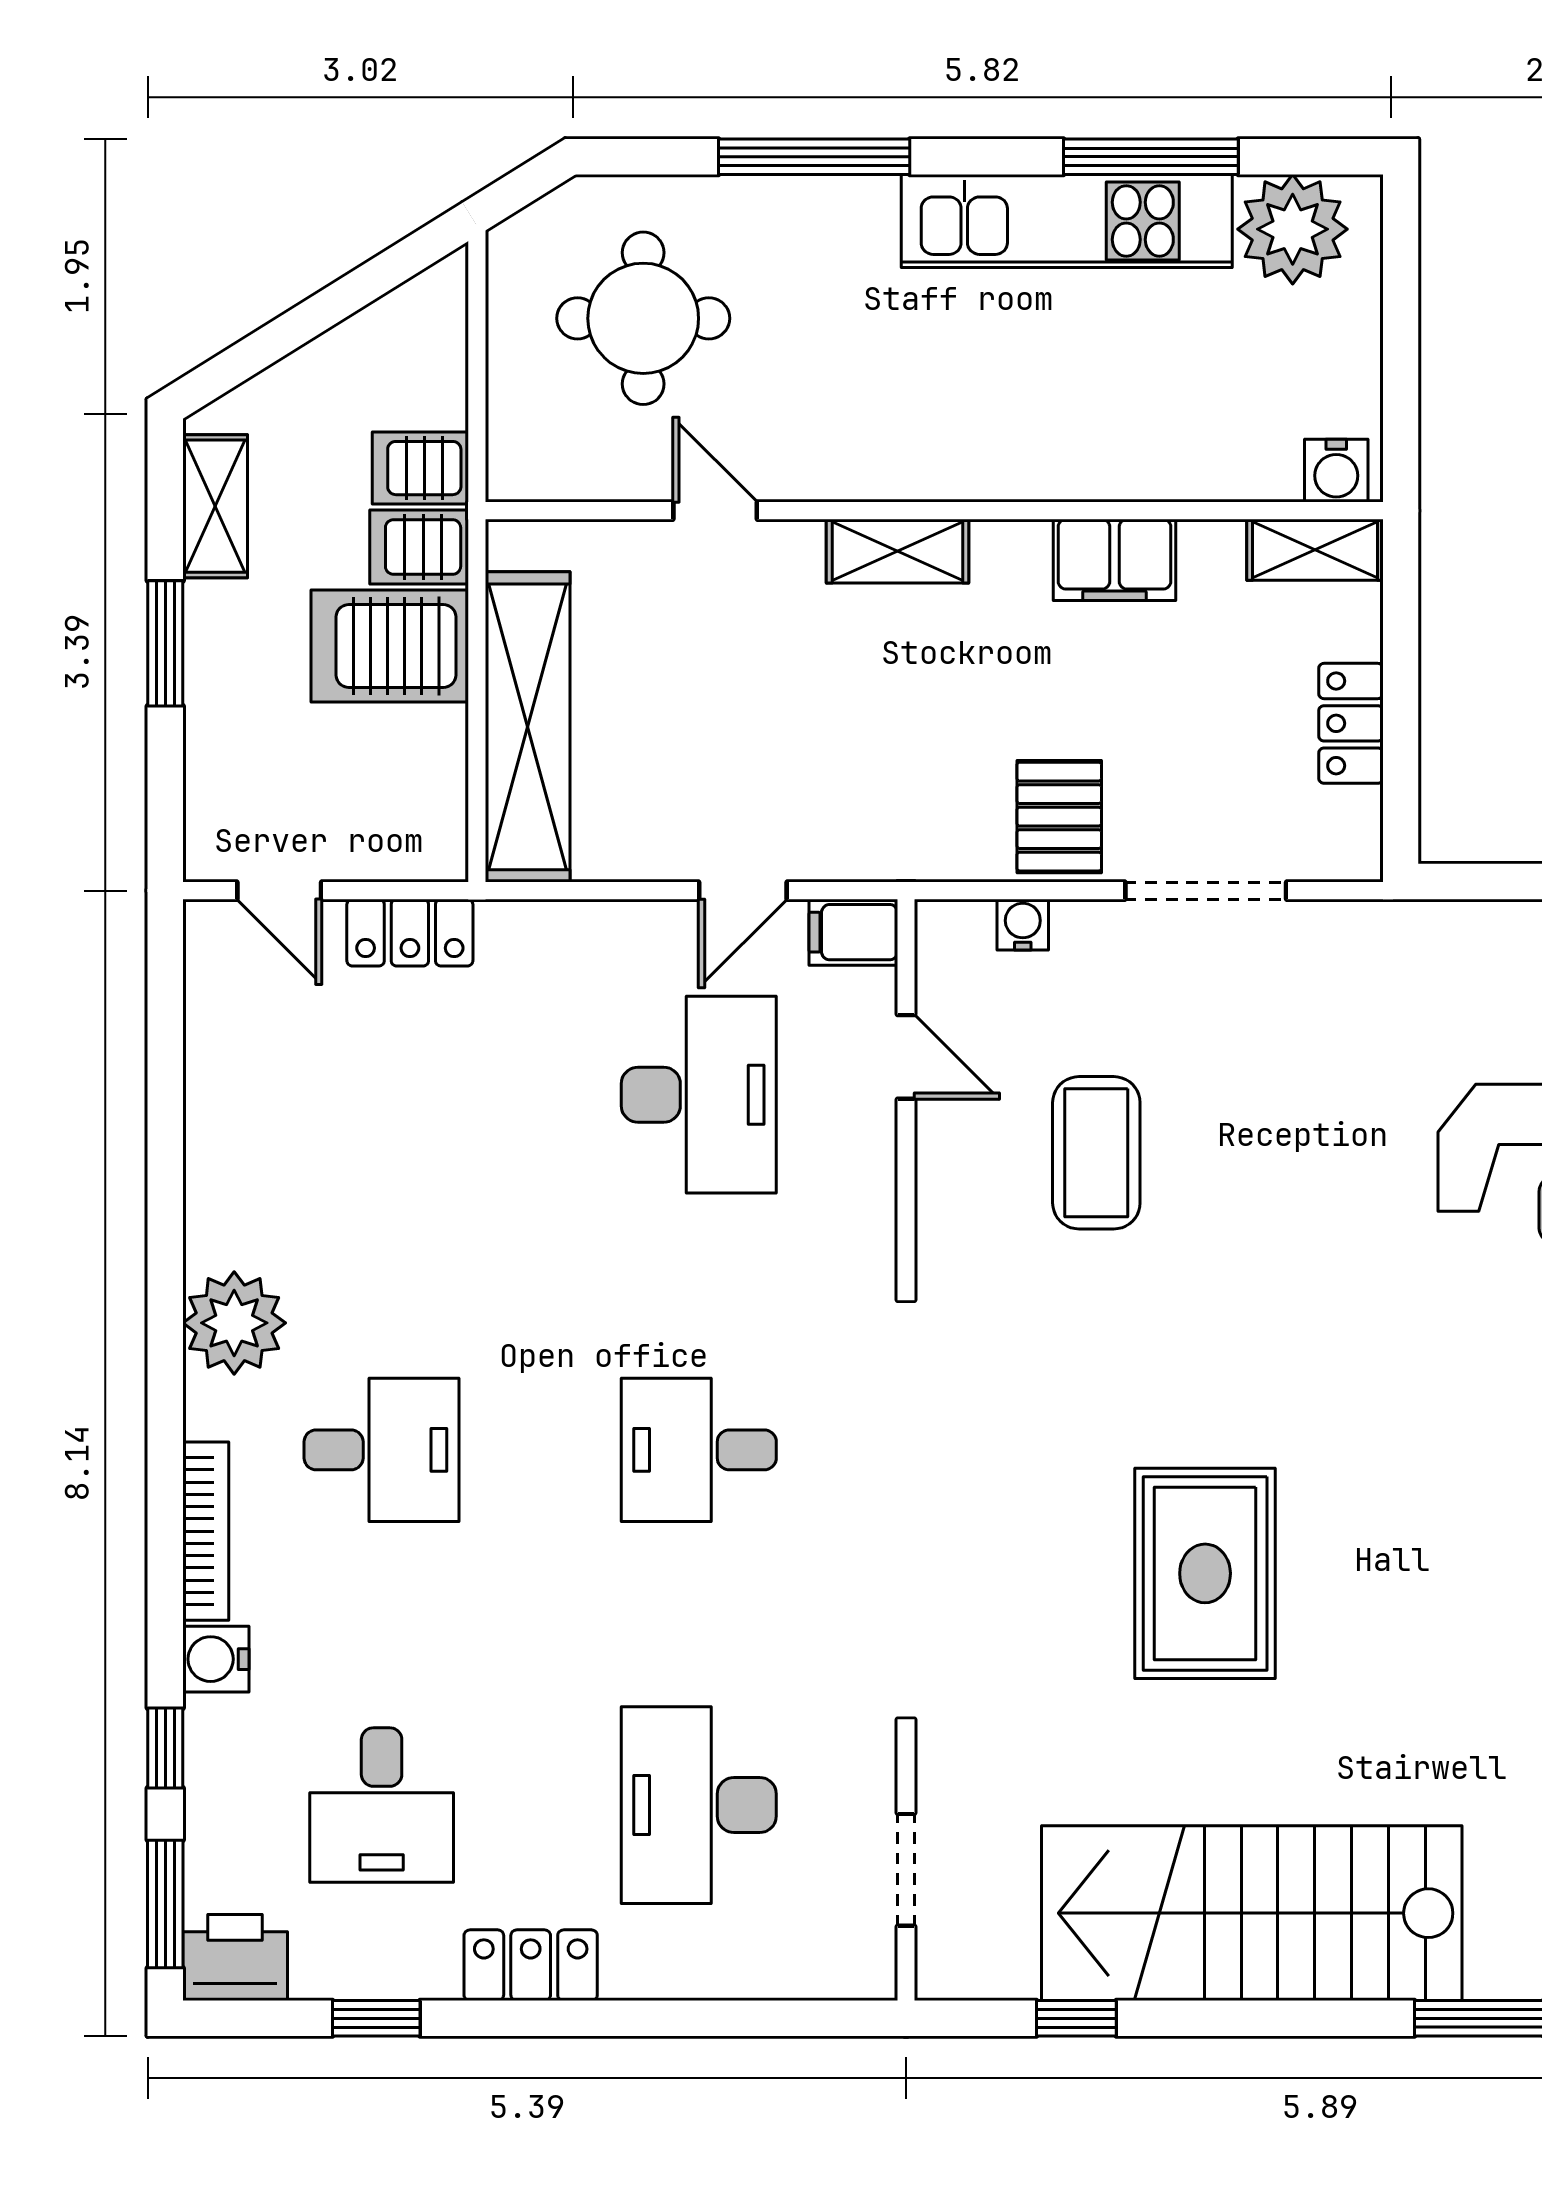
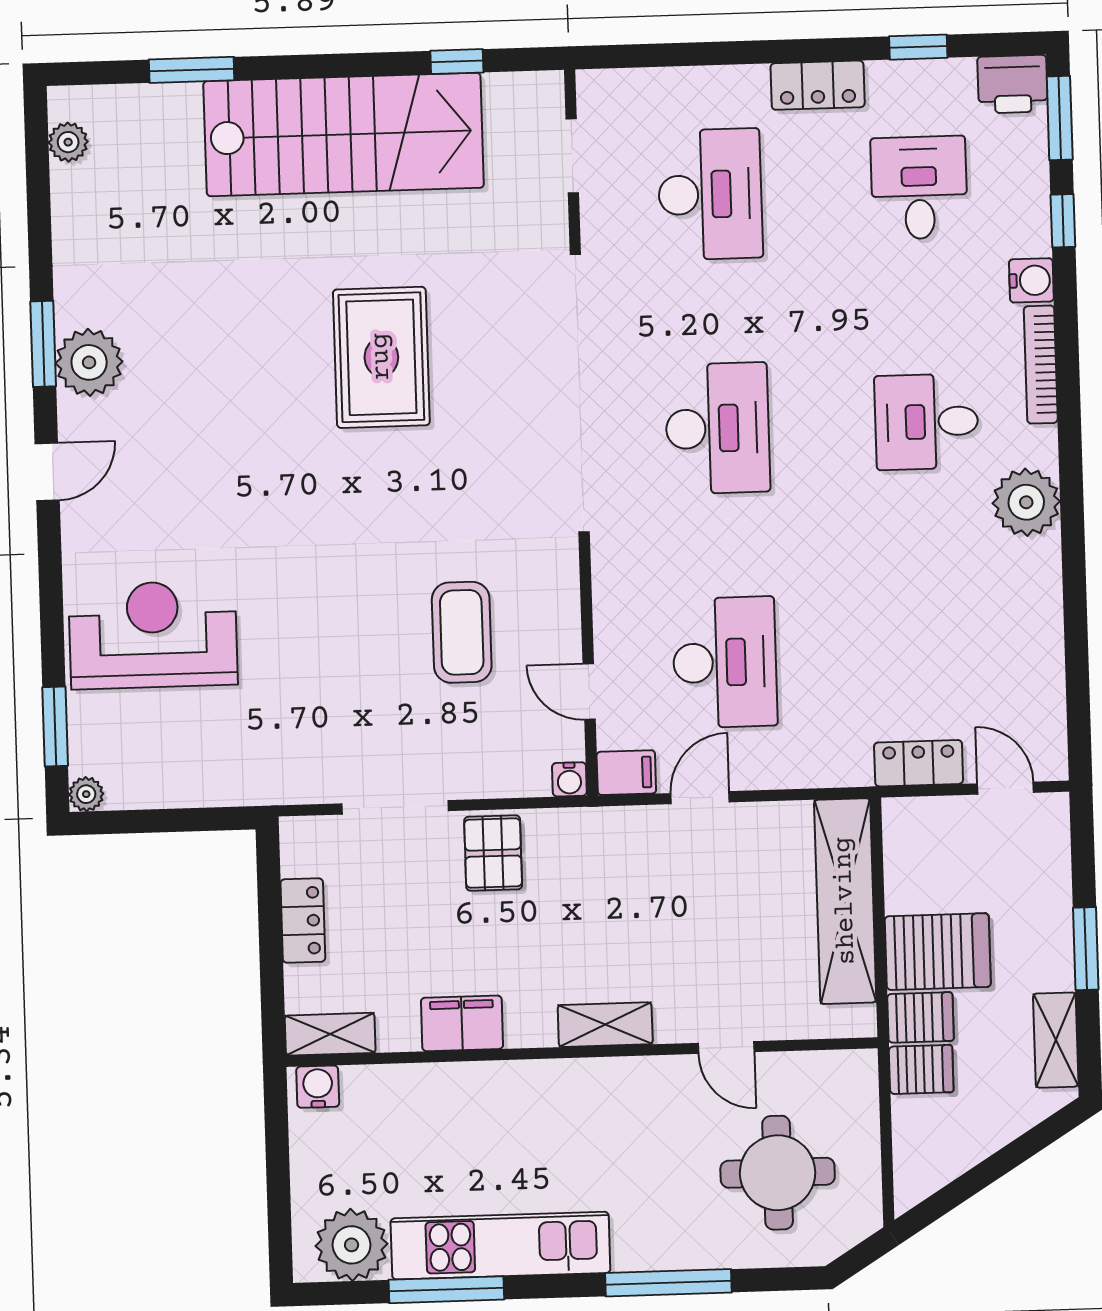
water cooler: (1023, 925) -> (569, 779), moved
desk: (699, 1095) -> (725, 662), turned 180
desk: (699, 1450) -> (717, 428), width x1.37

